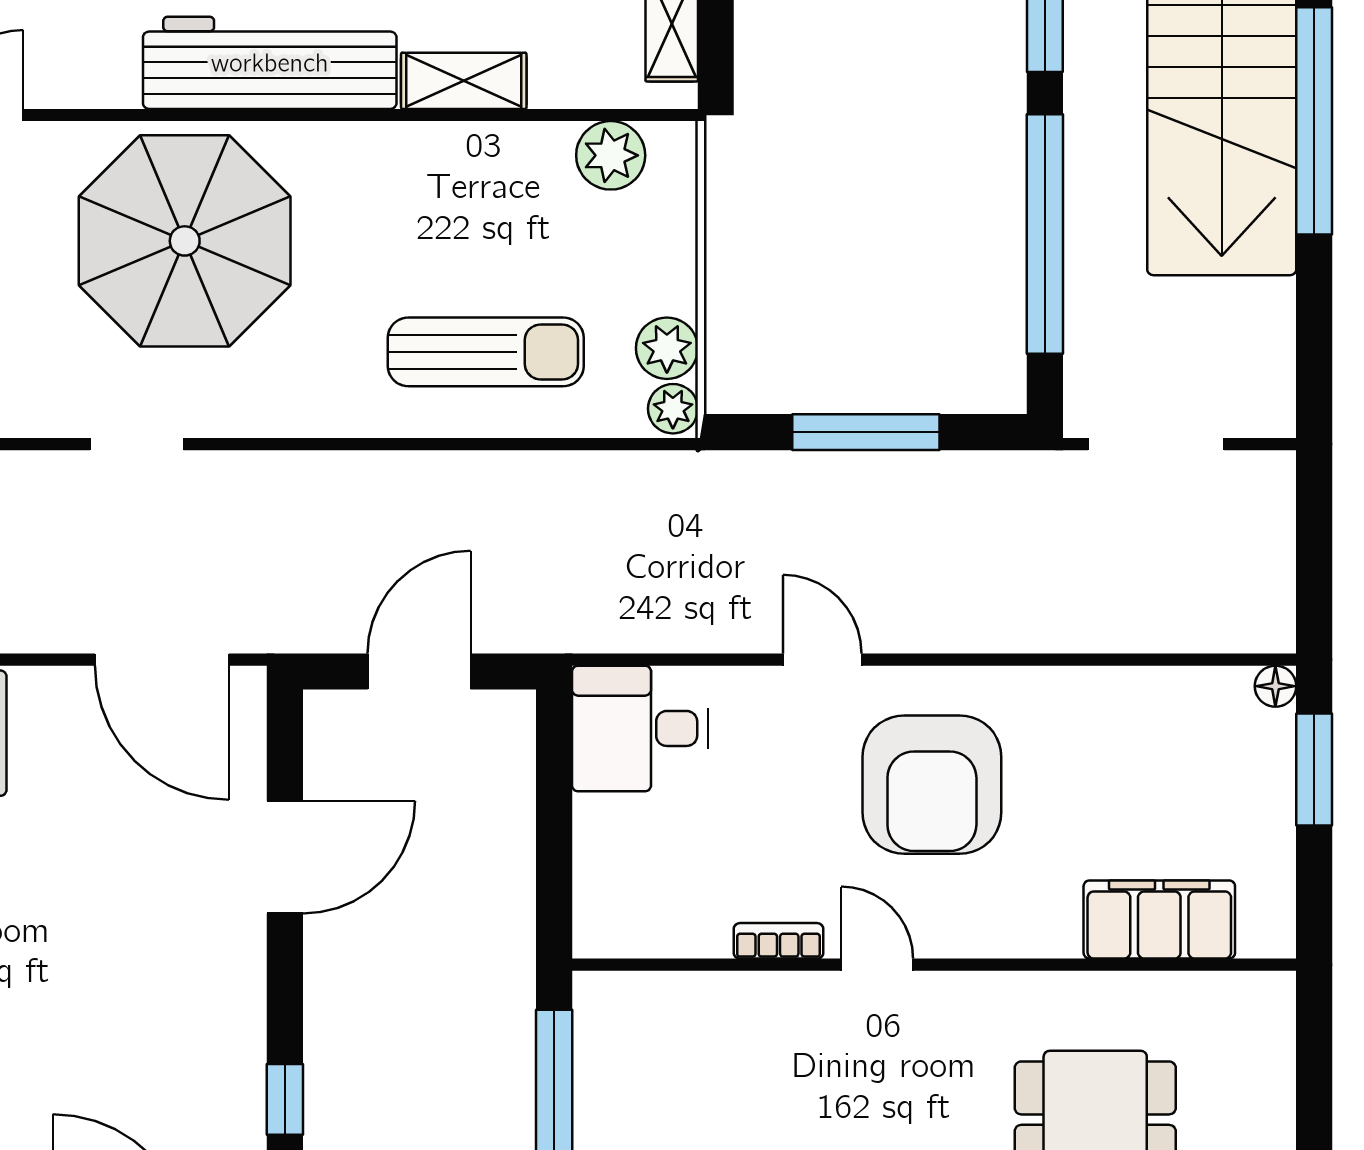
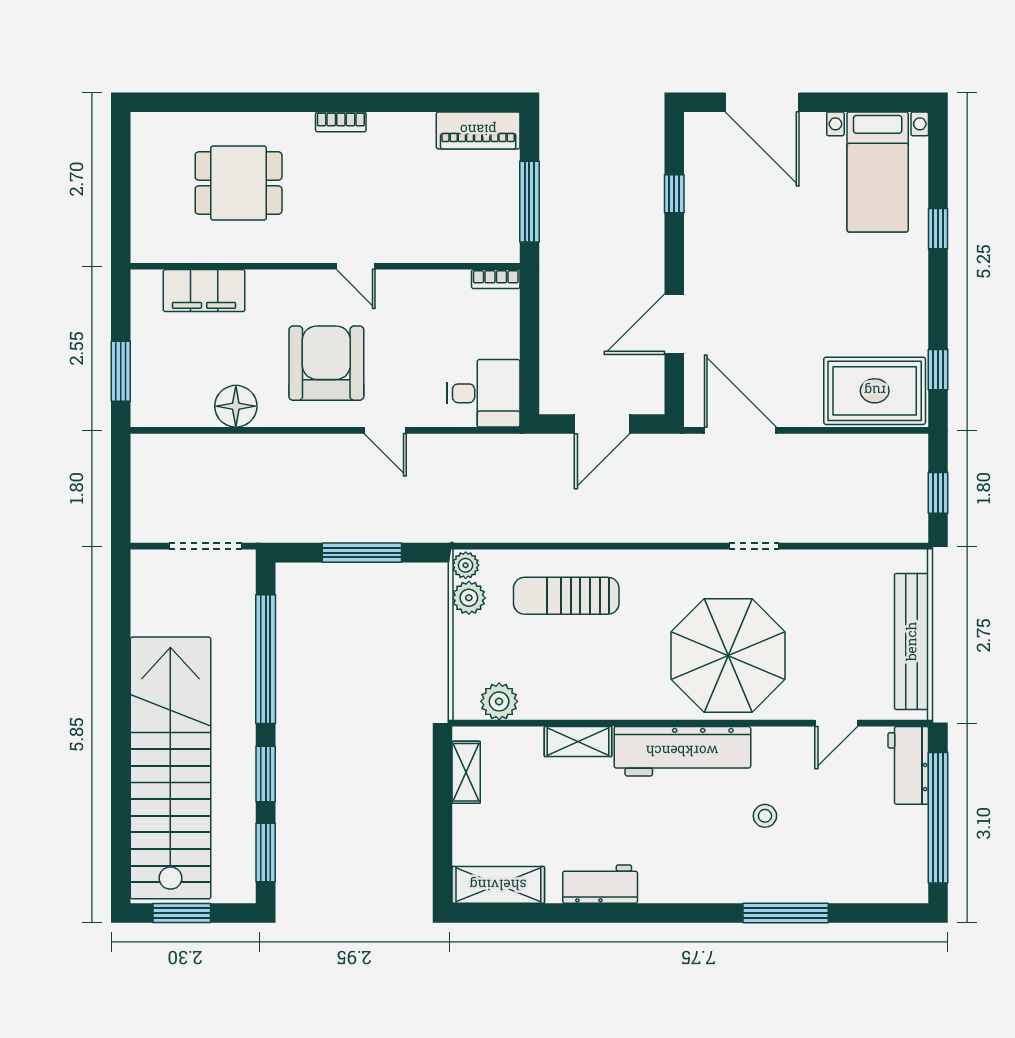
window: (1314, 121) -> (121, 720), removed
floor lamp: (1275, 686) -> (236, 406), moved, width x1.89, depth x1.89
bookcase: (779, 941) -> (496, 279), moved

